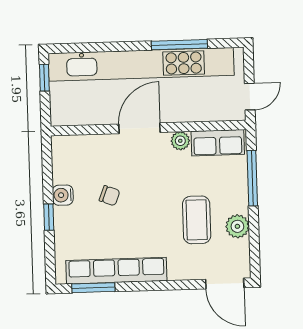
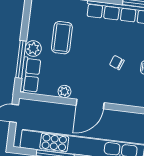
row of seats: (218, 143) -> (30, 75), moved, turned 90
plant: (237, 226) -> (33, 49), moved

